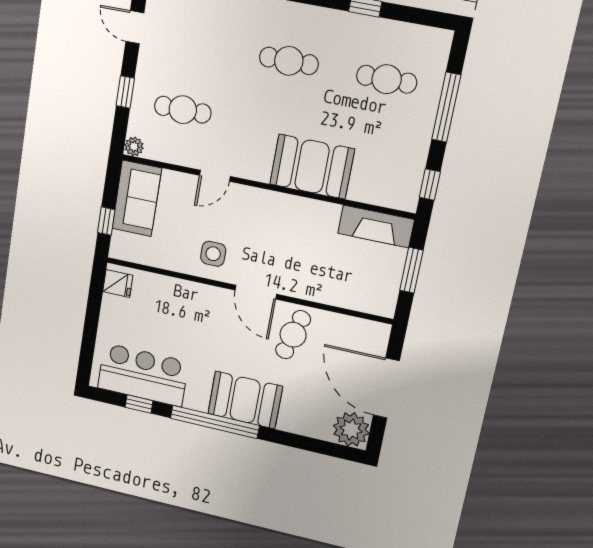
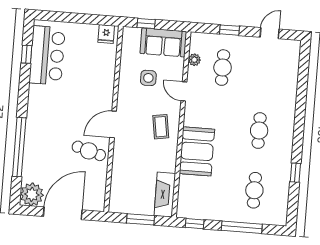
plant: (134, 147) -> (194, 60), moved
coffee table: (267, 219) -> (161, 127), added
side table: (213, 254) -> (148, 78), moved
booth: (245, 400) -> (41, 124), removed
window: (215, 422) -> (19, 147), moved

